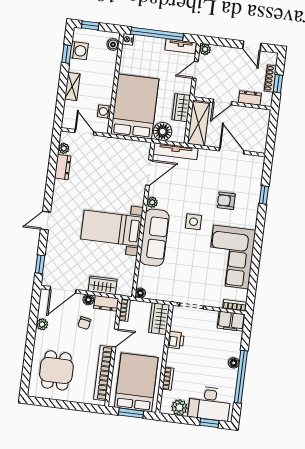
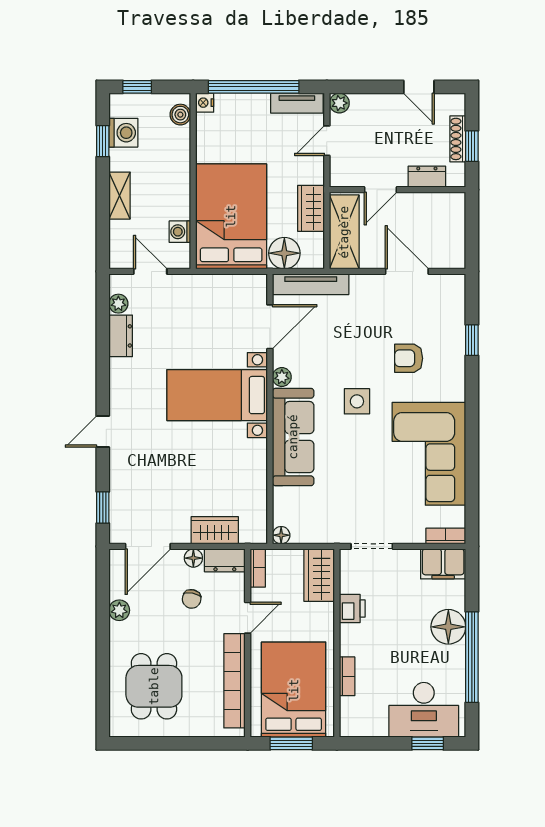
bed with nightstands: (111, 228) -> (217, 395), moved
floor lamp: (234, 363) -> (448, 627), width x1.89, depth x1.89
plant: (179, 407) -> (373, 723), removed

